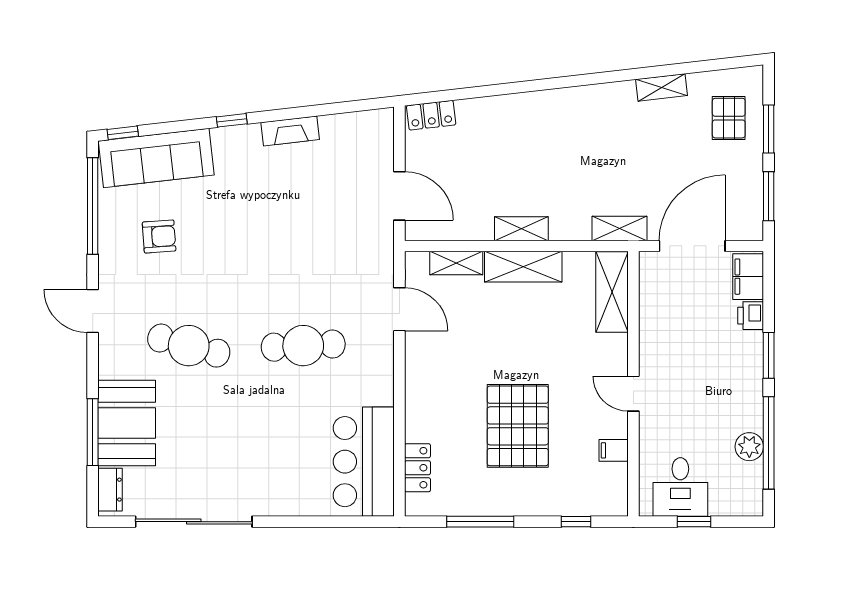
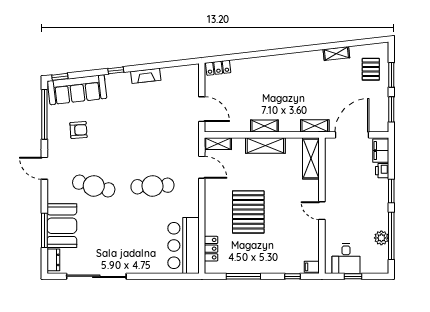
shelving: (456, 263) -> (218, 144), moved
pallet: (518, 426) -> (248, 212), moved
filing cabinet: (614, 450) -> (312, 267), moved

